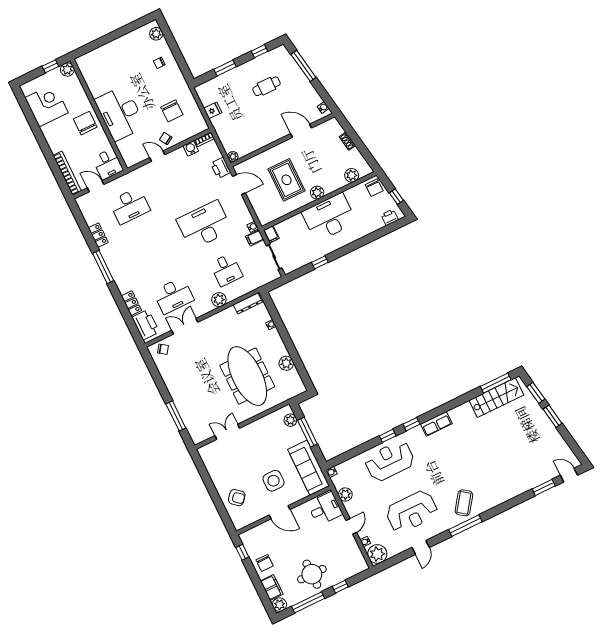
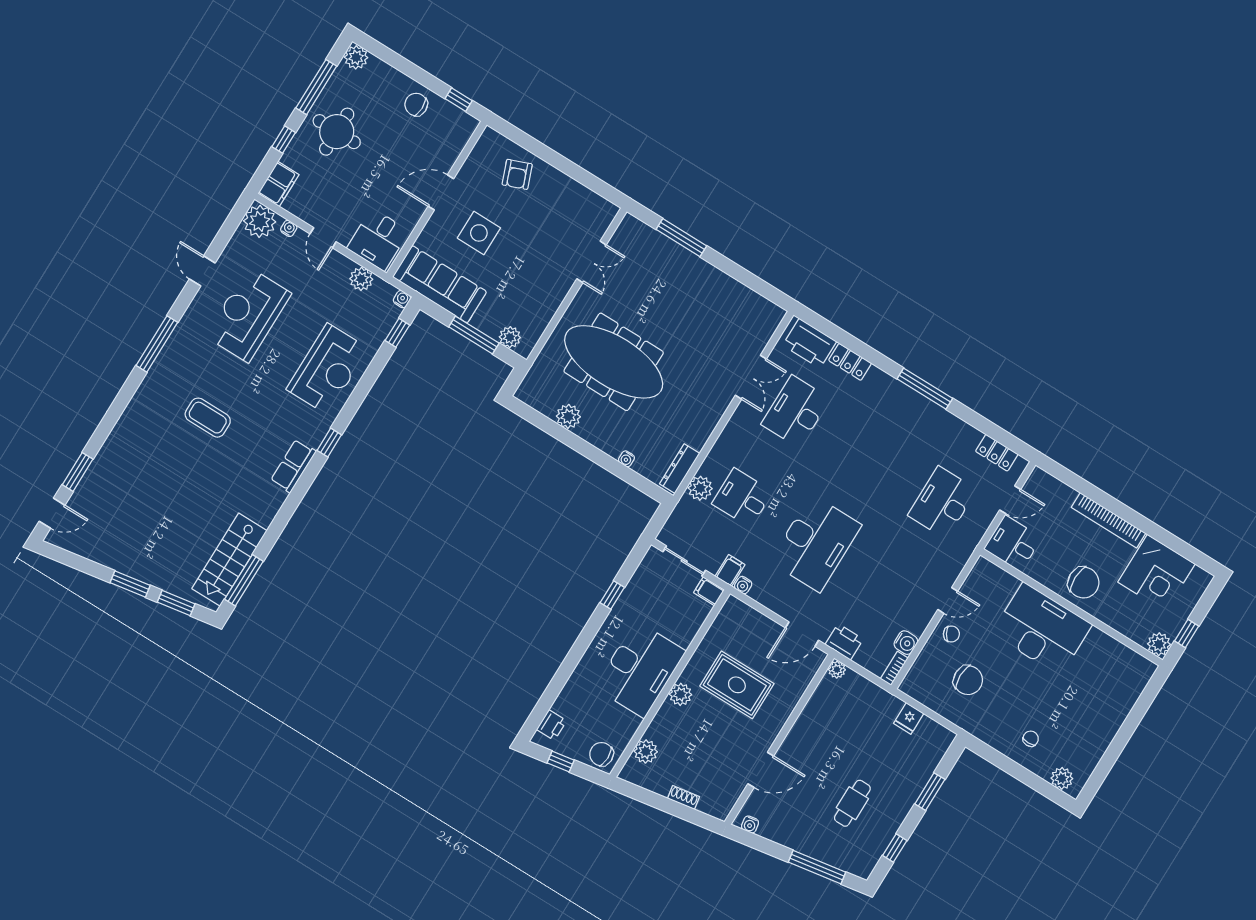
chair: (172, 111) -> (968, 680), turned 180
bookcase: (67, 173) -> (1109, 520), moved
locker: (98, 235) -> (997, 453), moved
plant: (219, 300) -> (700, 488), moved
chair: (163, 349) -> (761, 323), removed
window: (388, 436) -> (397, 333), moved
armchair: (237, 498) -> (517, 174), turned -61
coffee table: (464, 503) -> (208, 418), moved, turned -36
filing cabinet: (272, 587) -> (278, 184), moved, turned -90

